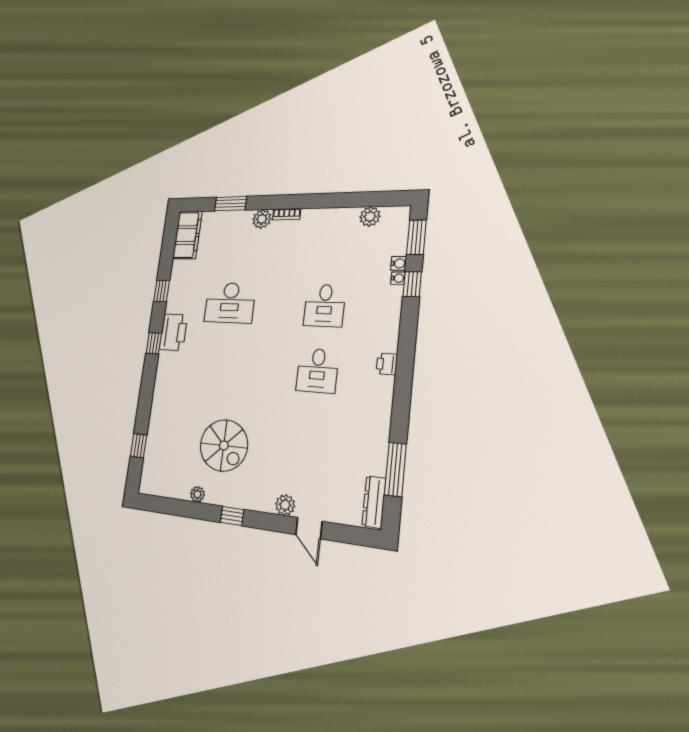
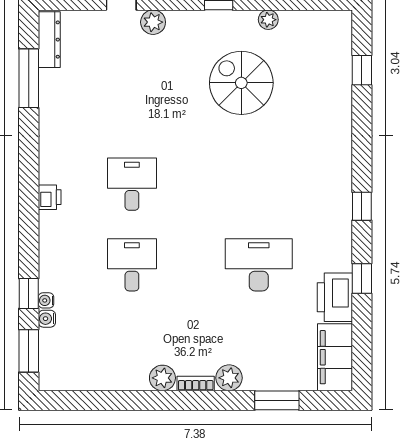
plant: (370, 217) -> (162, 378), moved
printer: (173, 332) -> (335, 297), moved

